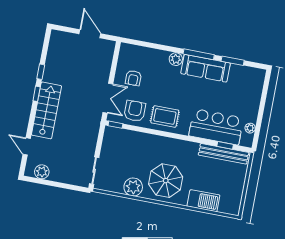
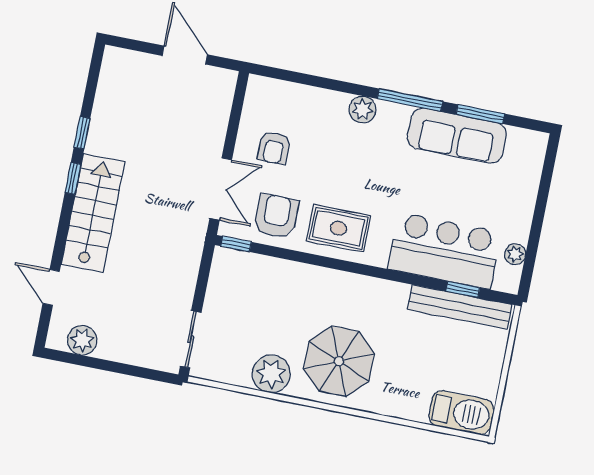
sofa: (205, 68) -> (457, 136), moved
barbecue: (203, 201) -> (461, 413), moved

